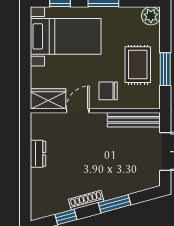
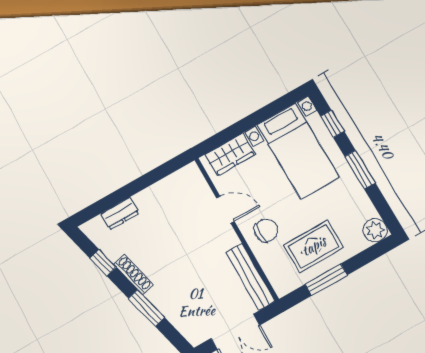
chair: (108, 91) -> (266, 230), turned 90
wardrobe: (48, 99) -> (230, 154), moved, turned 90
dresser: (38, 154) -> (120, 213), moved

